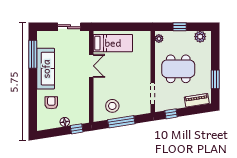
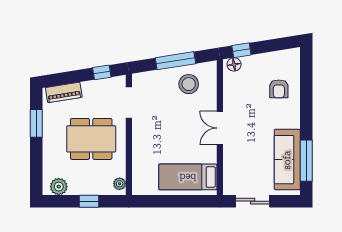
double door: (91, 66) -> (220, 128), moved
sofa: (46, 69) -> (287, 160), moved
floor lamp: (65, 122) -> (234, 64), moved

